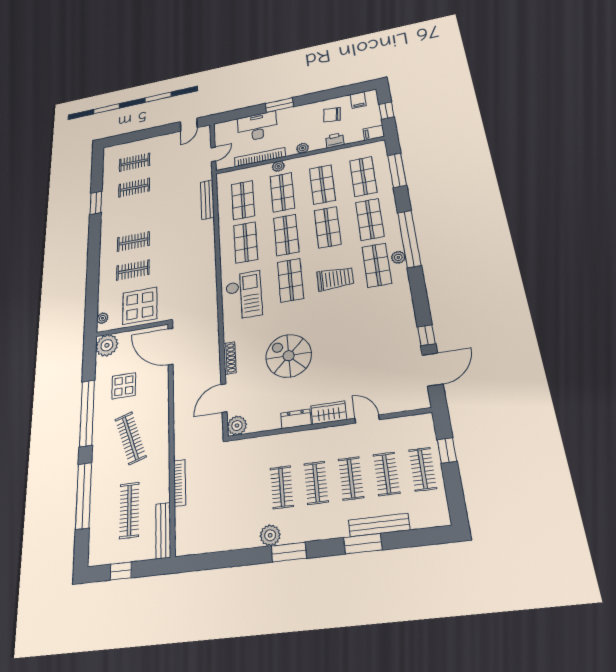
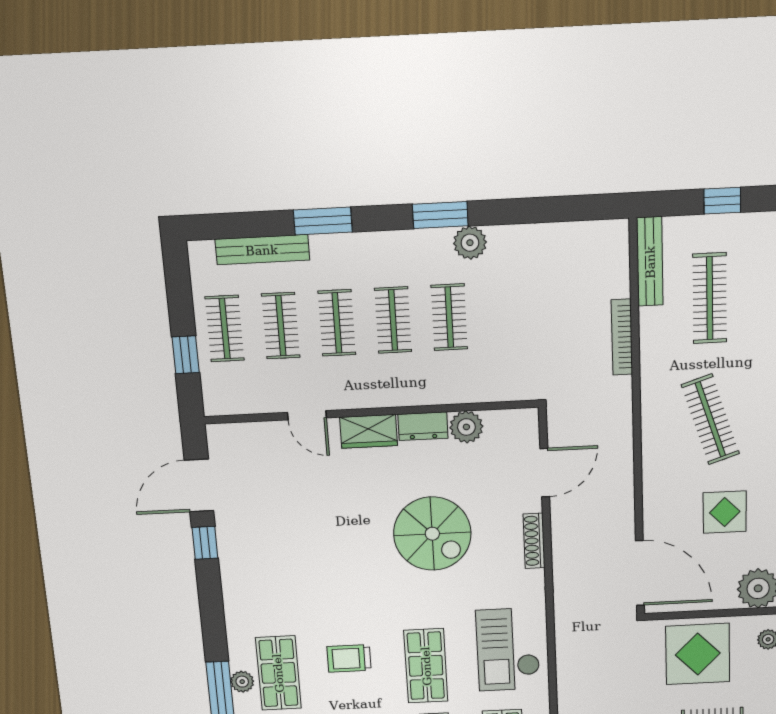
trolley: (335, 279) -> (349, 658), width x0.73, depth x0.72
plant: (237, 426) -> (466, 427), moved
bench: (379, 525) -> (262, 250), moved

